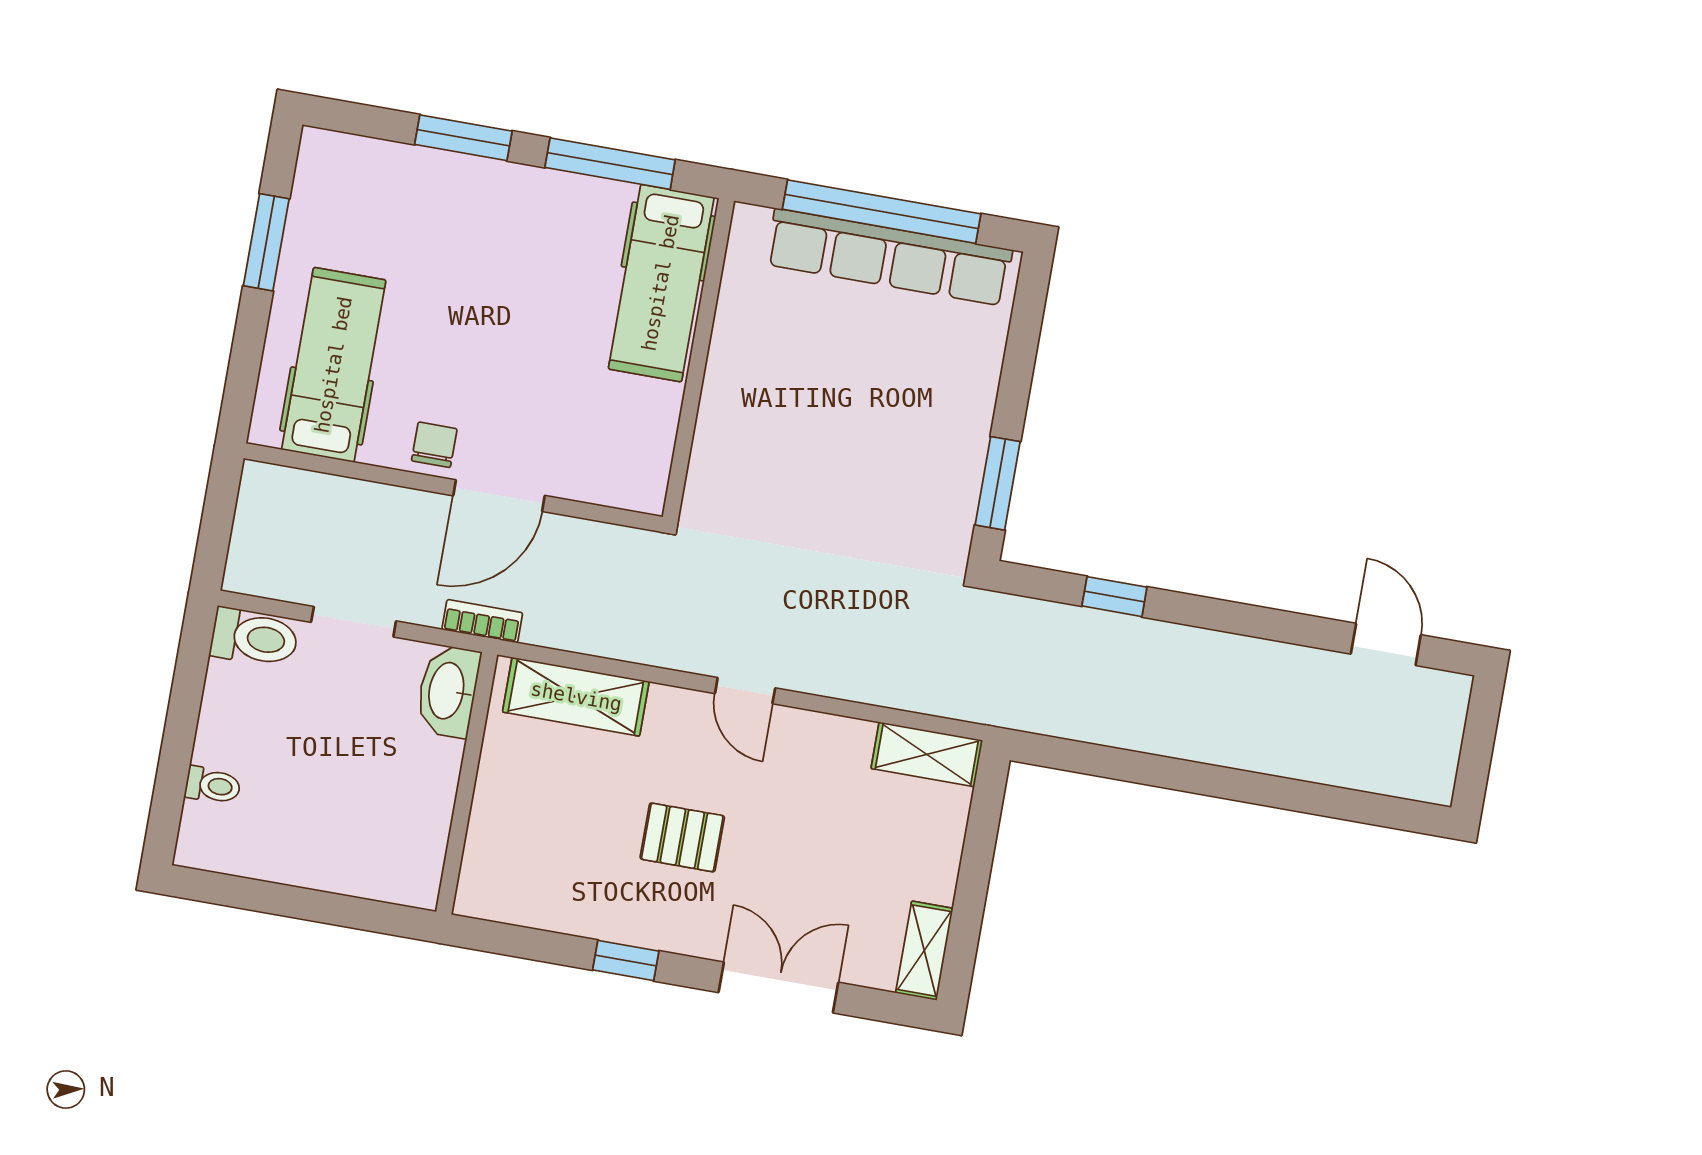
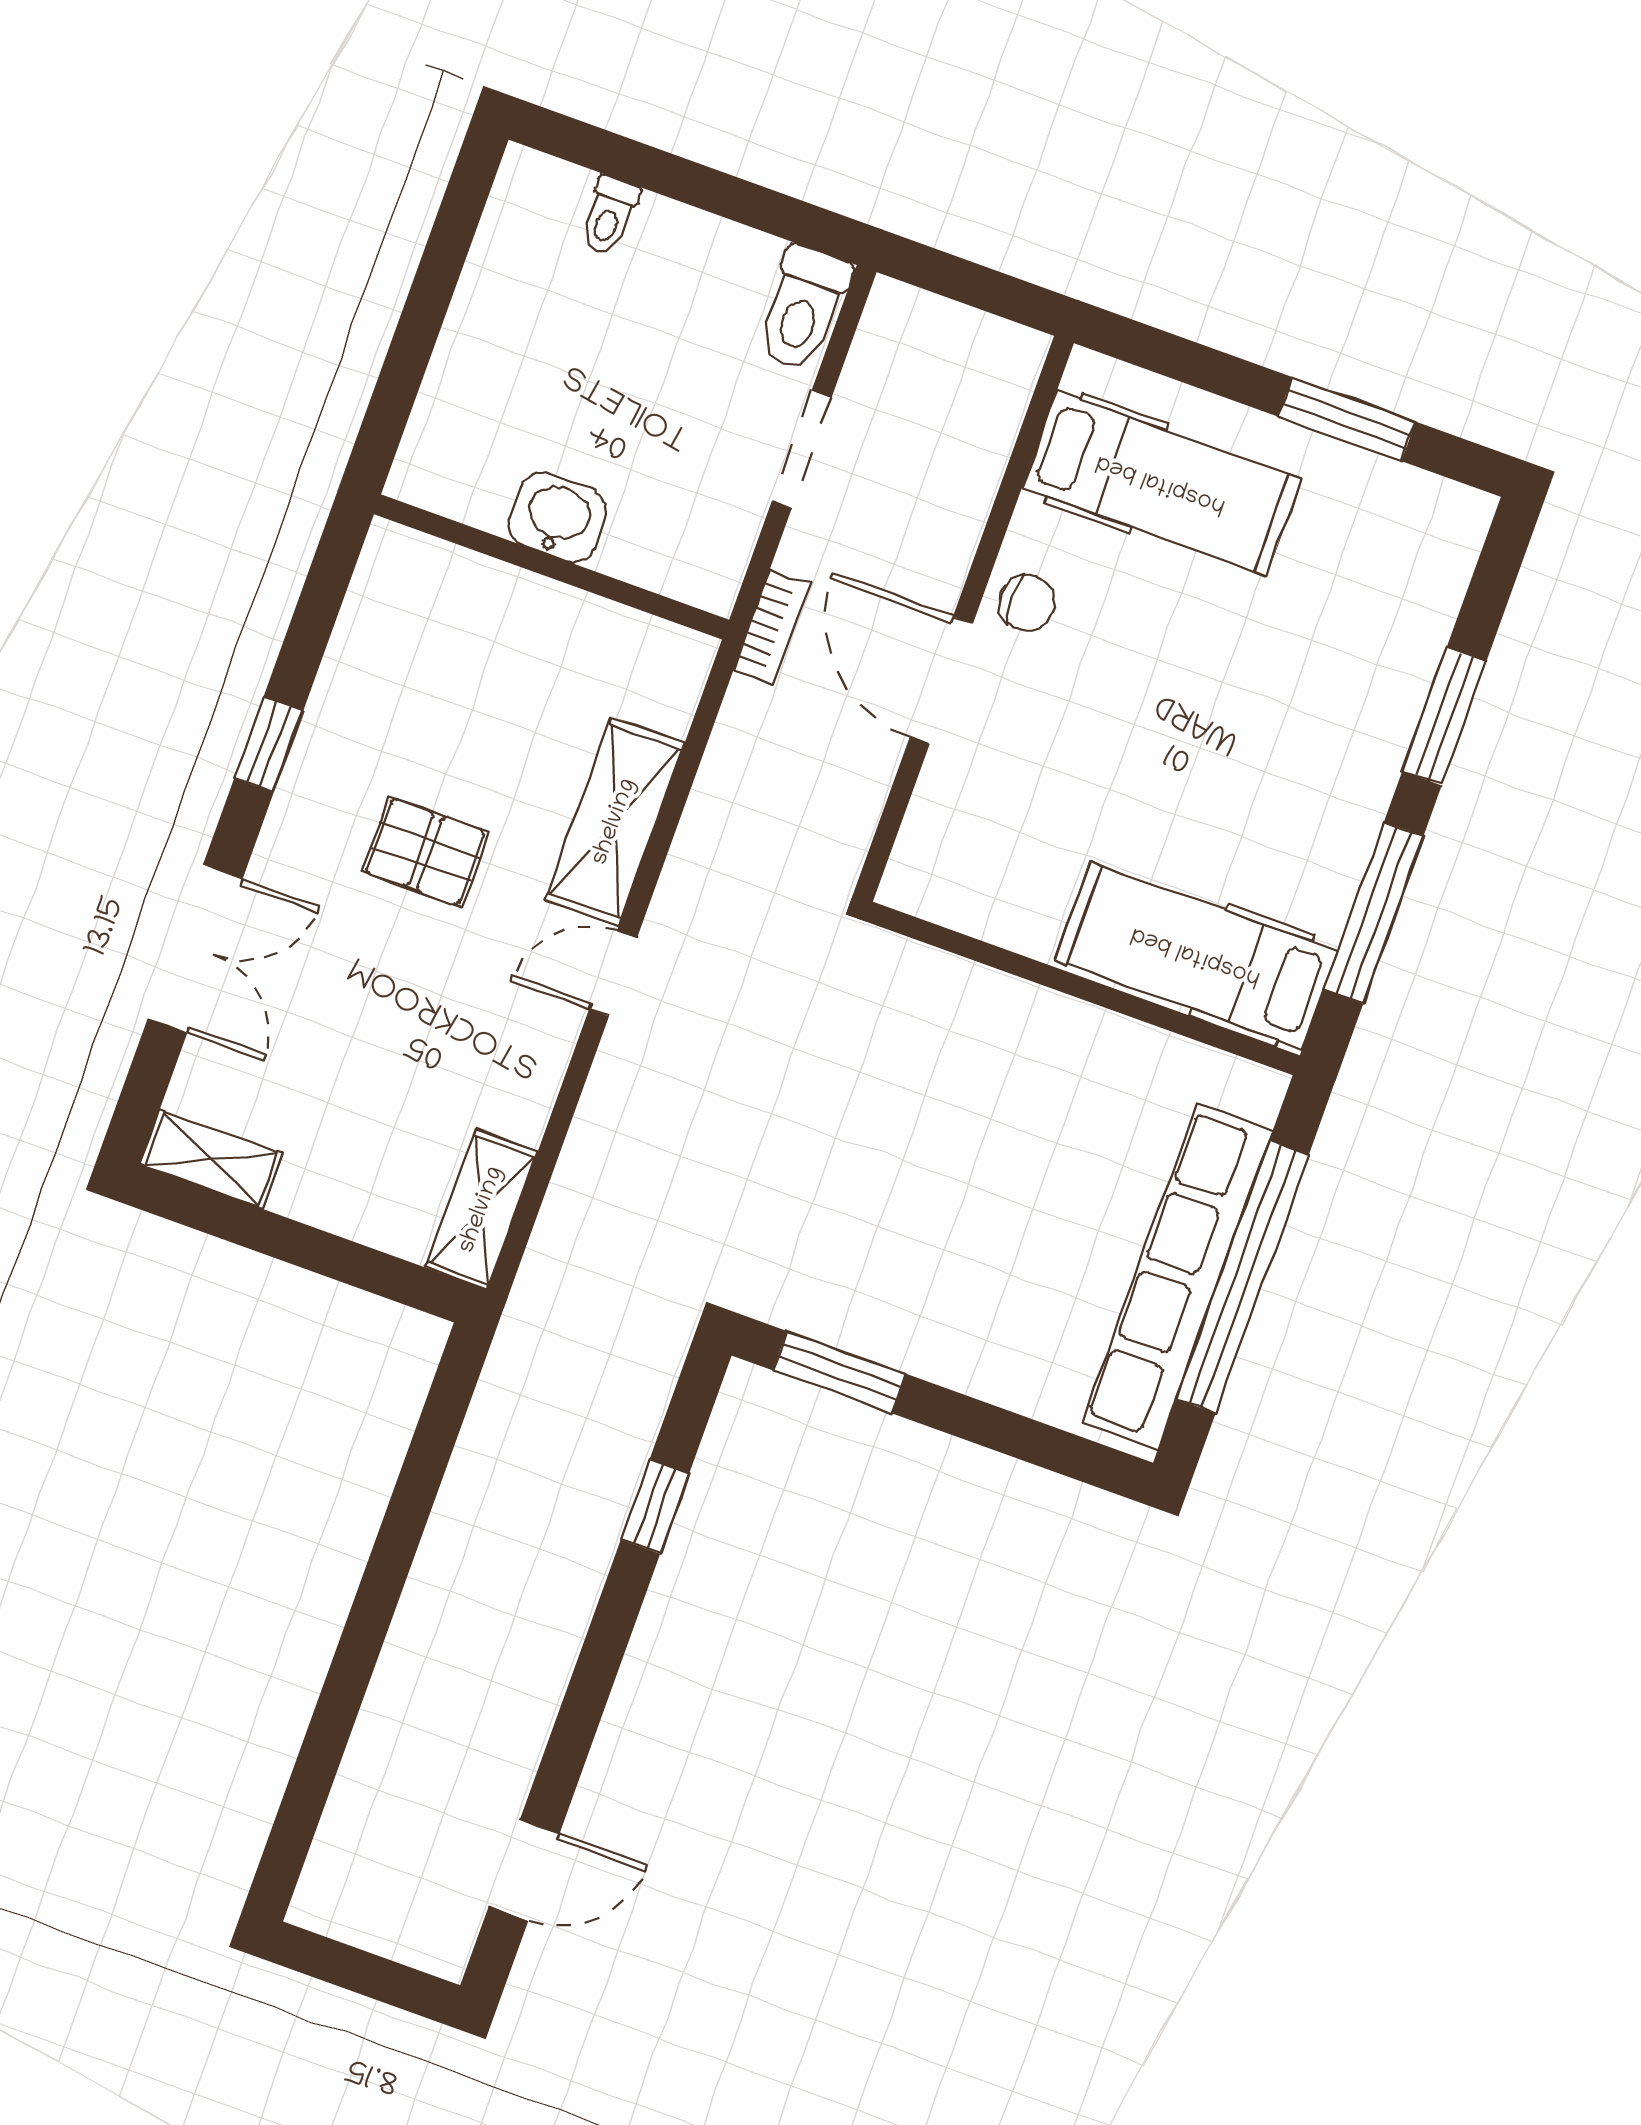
washbasin: (448, 691) -> (558, 518), moved, width x0.72
shelving: (576, 697) -> (615, 822), moved
pallet: (682, 837) -> (425, 852), turned 90

